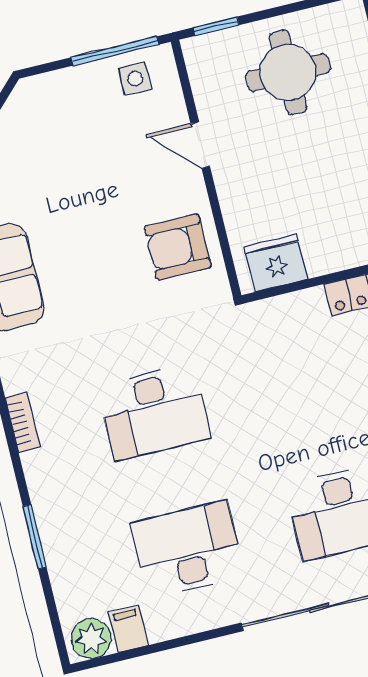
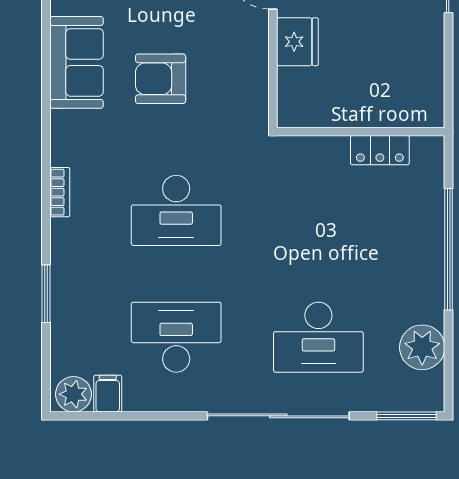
armchair: (178, 247) -> (161, 79), moved
fridge: (276, 263) -> (297, 42), moved, turned 90

